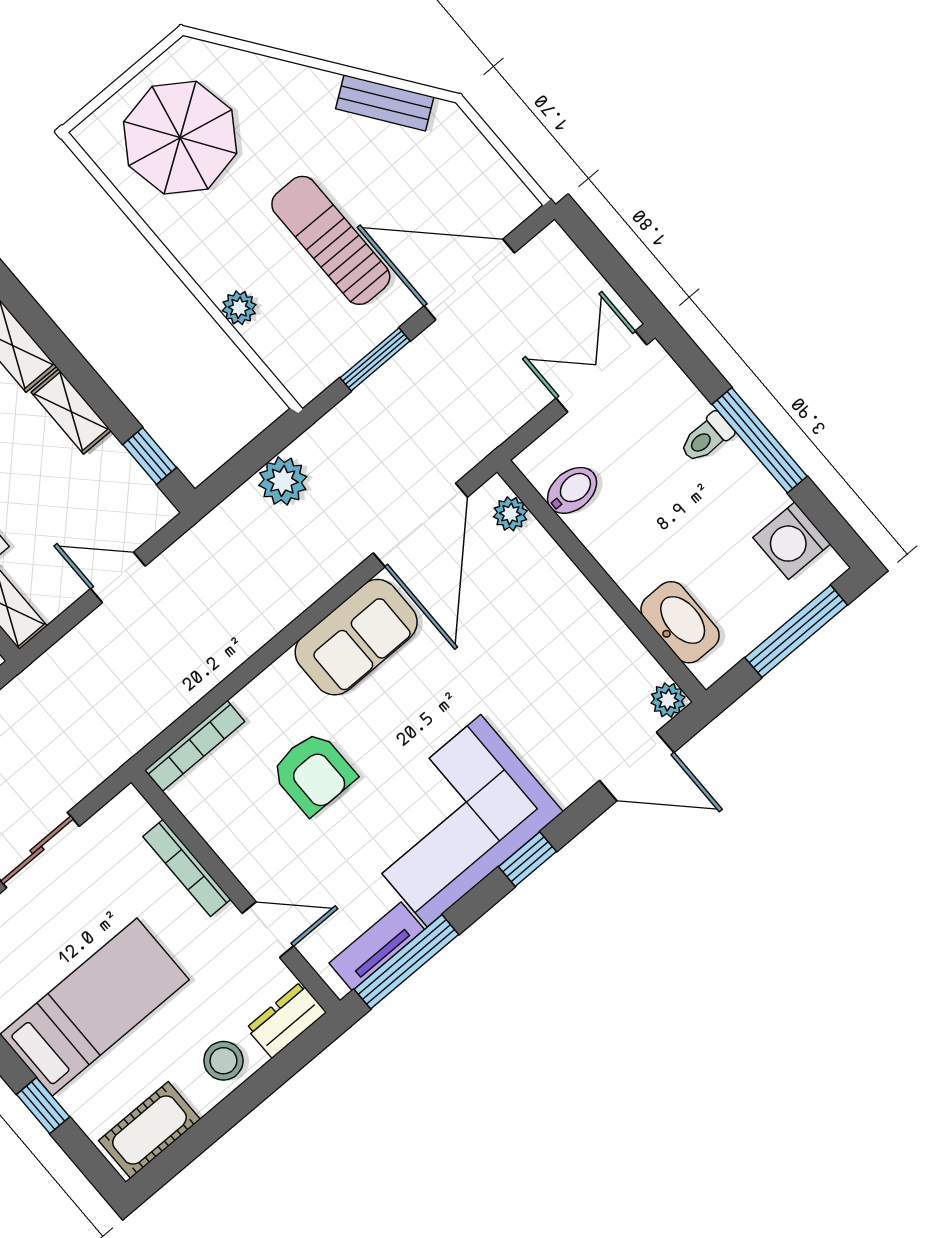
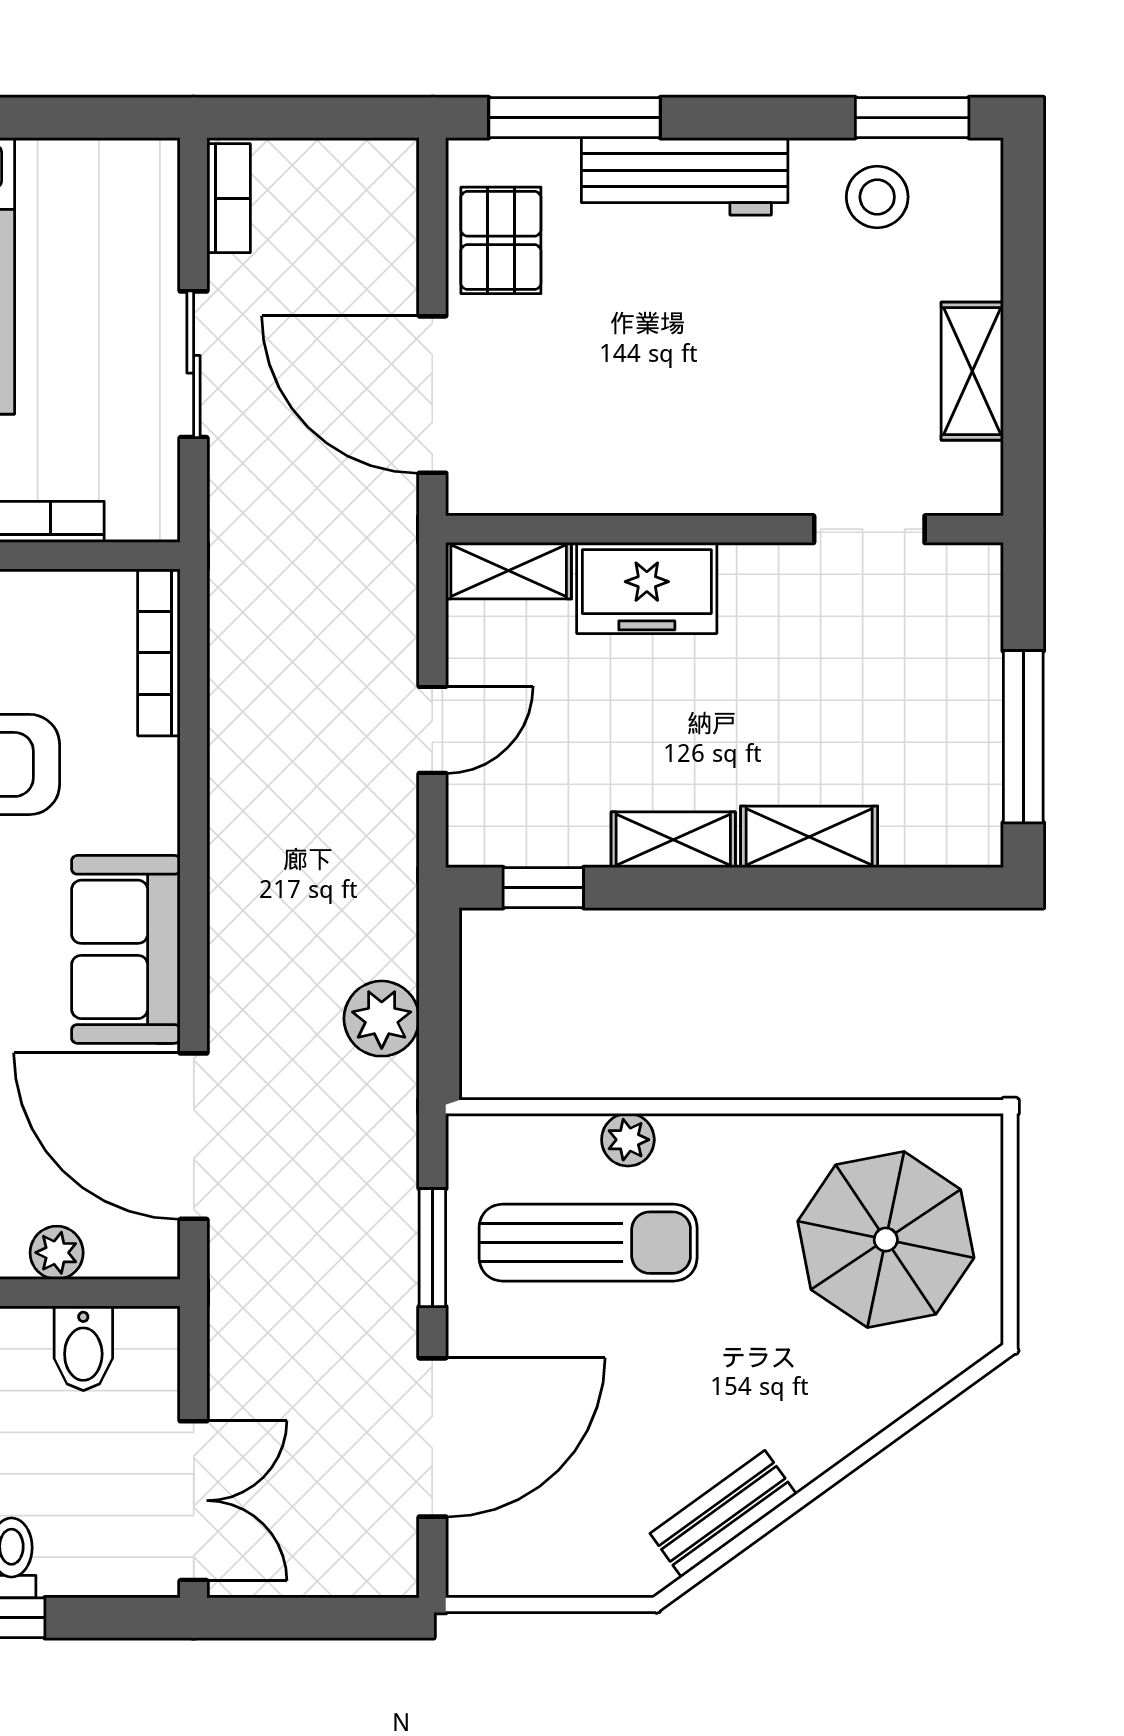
sun lounger: (331, 240) -> (588, 1243), moved
plant: (510, 514) -> (57, 1253), moved

